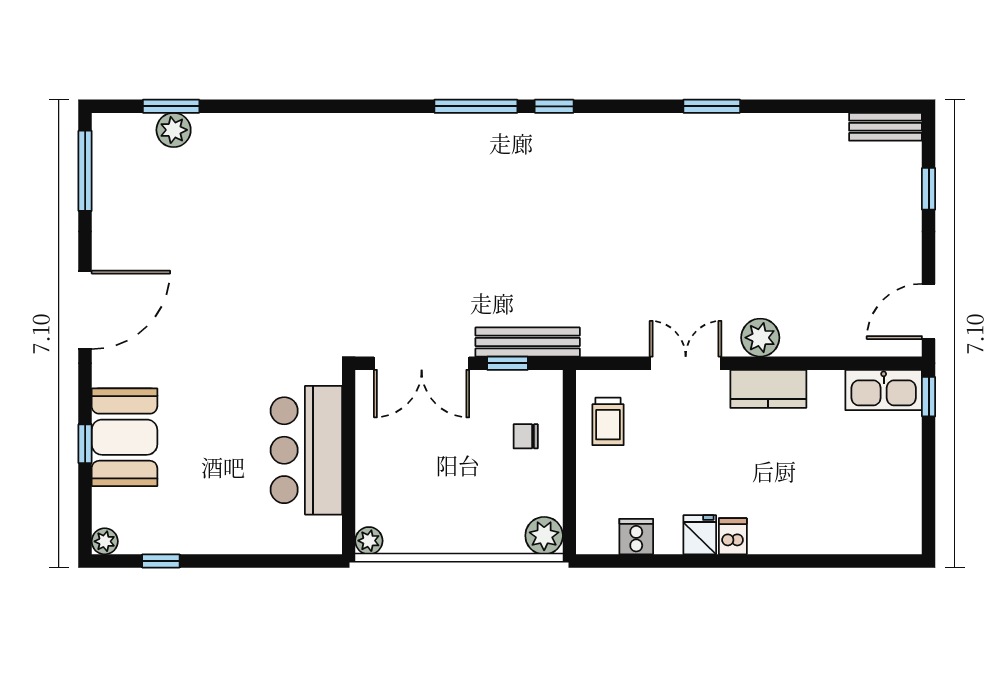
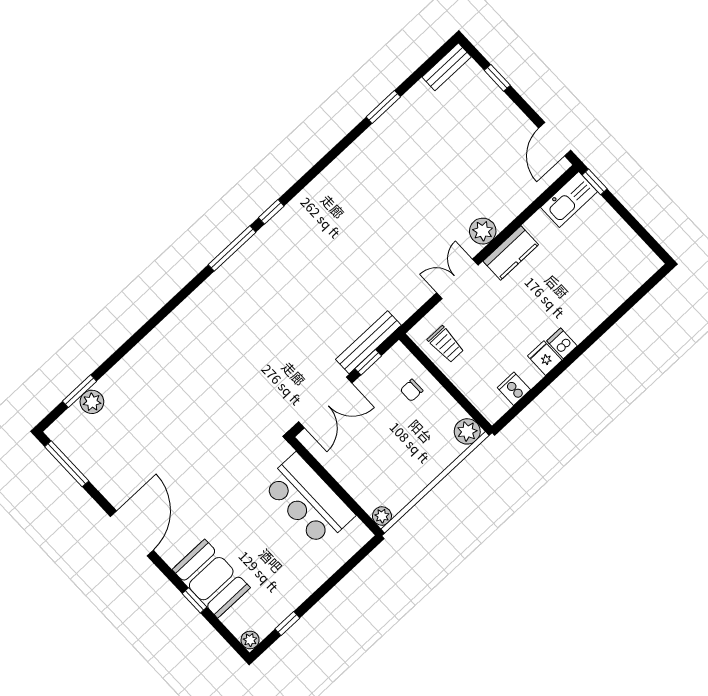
window: (712, 106) -> (383, 107), moved

